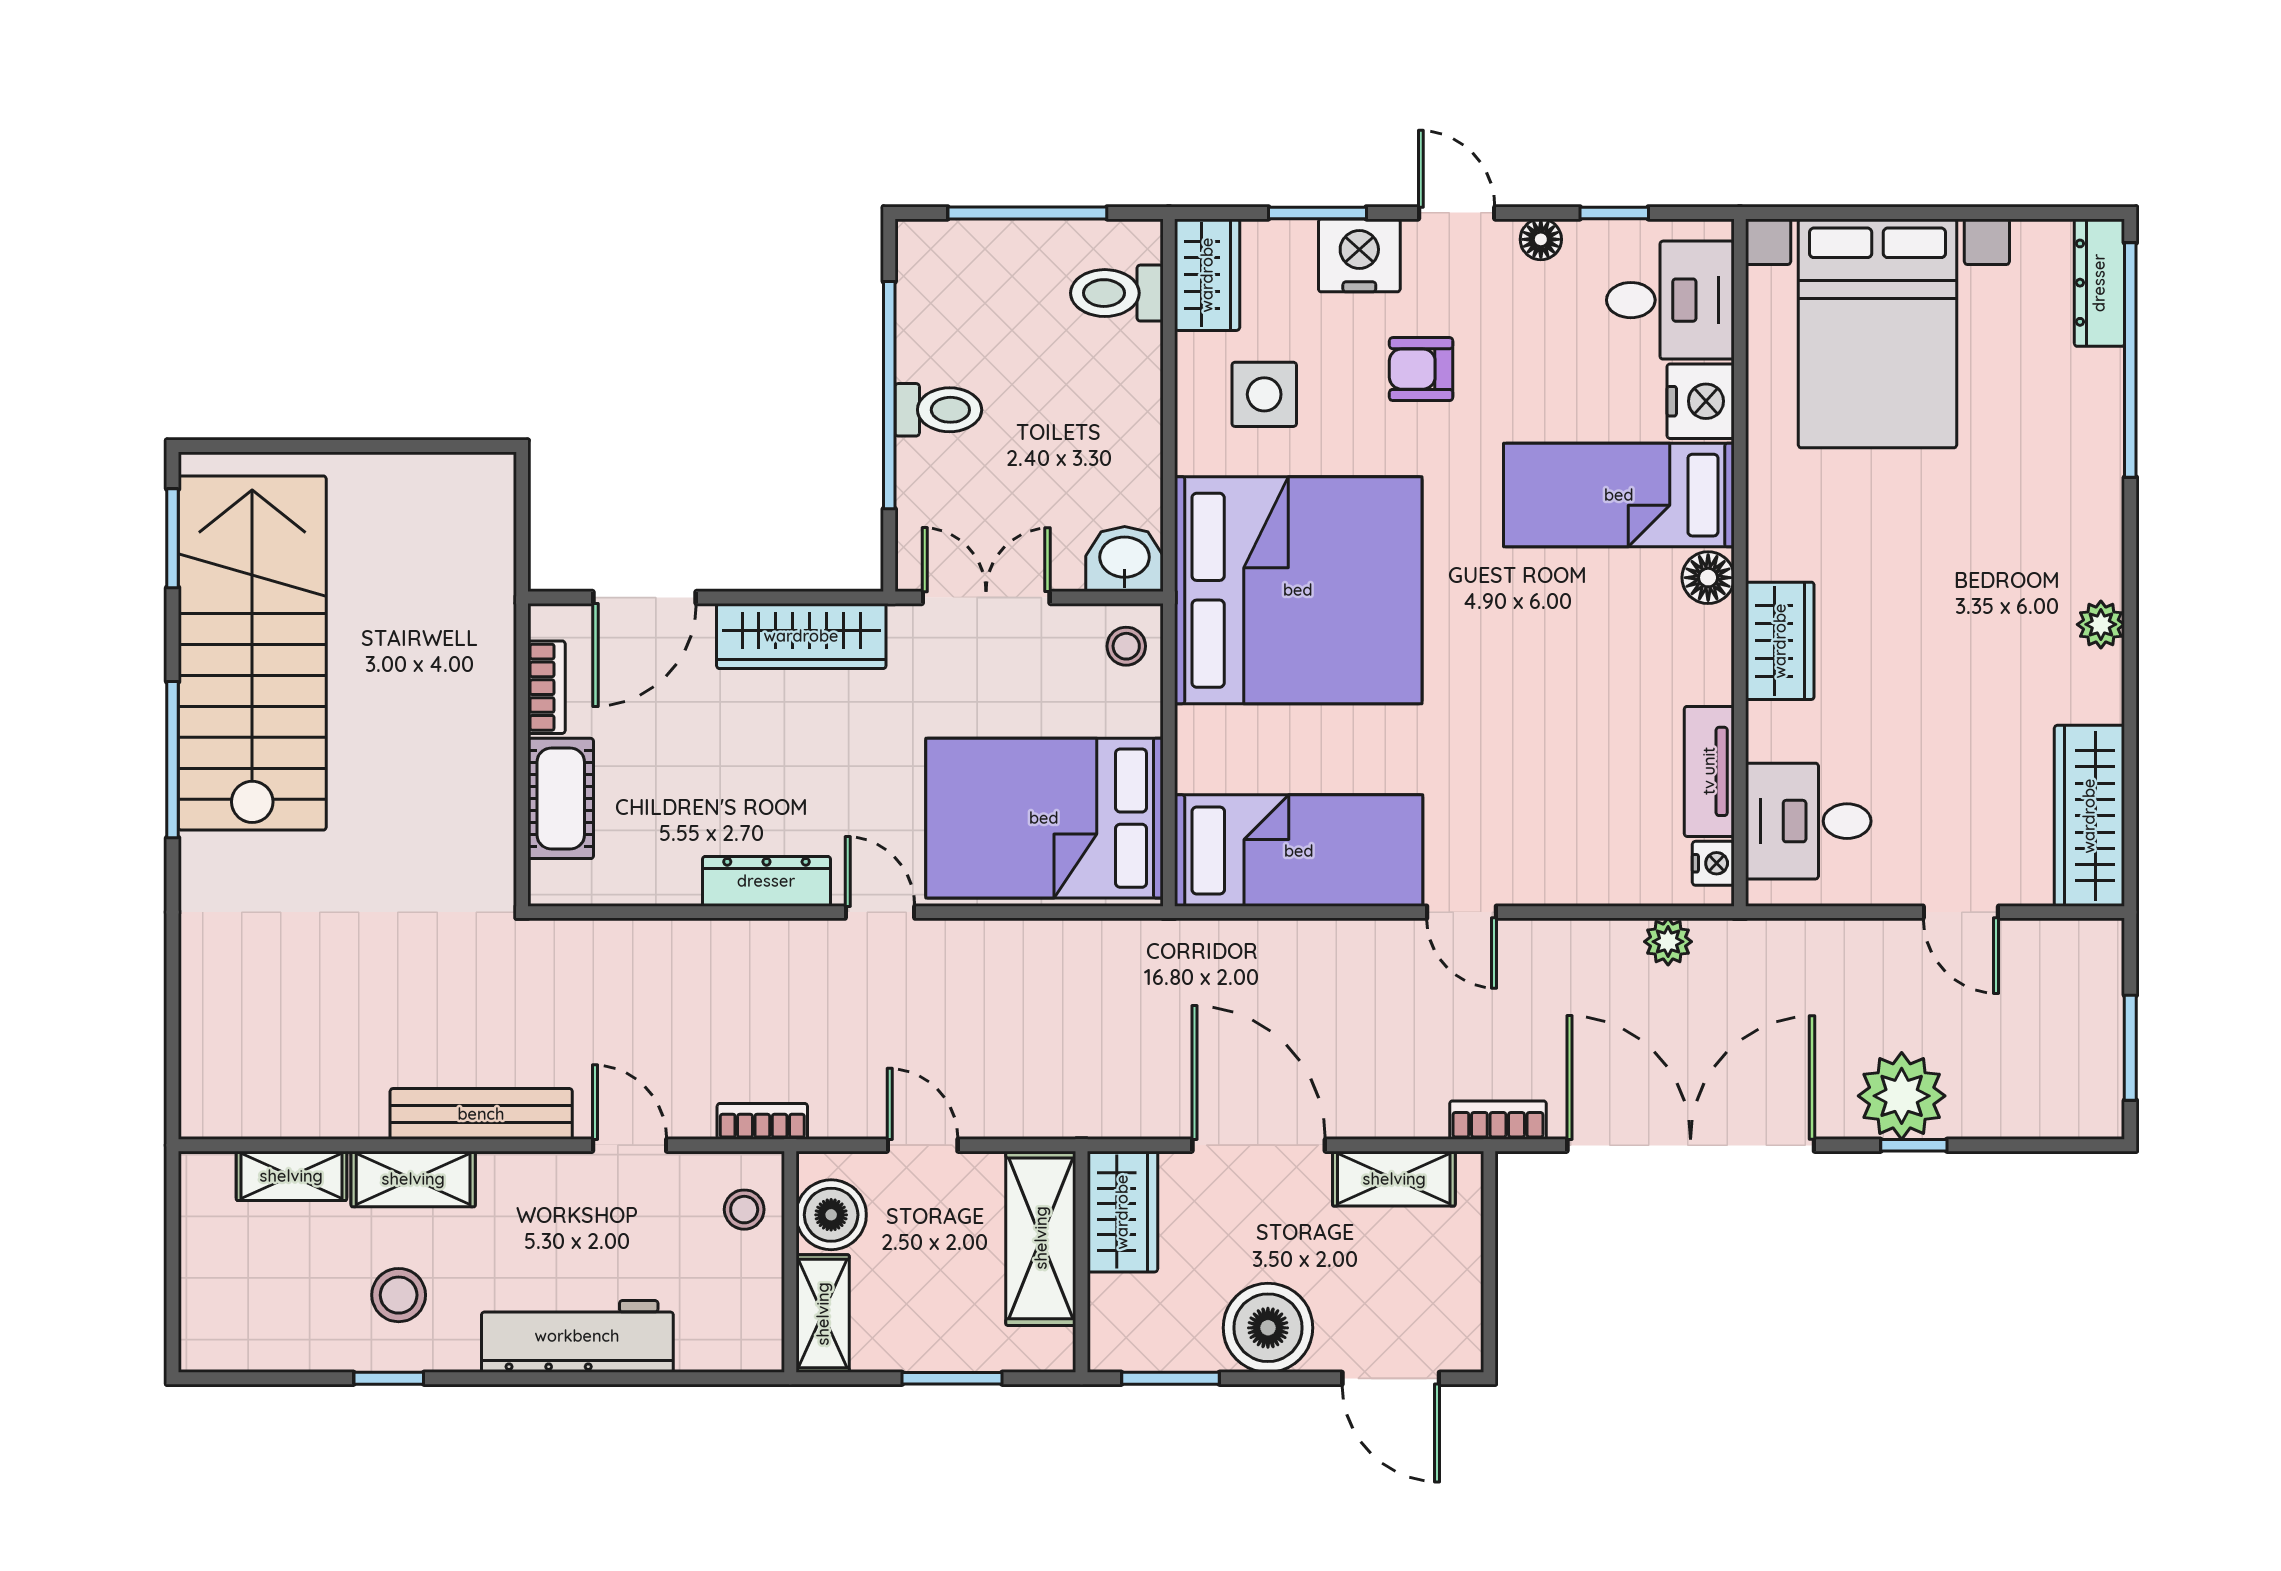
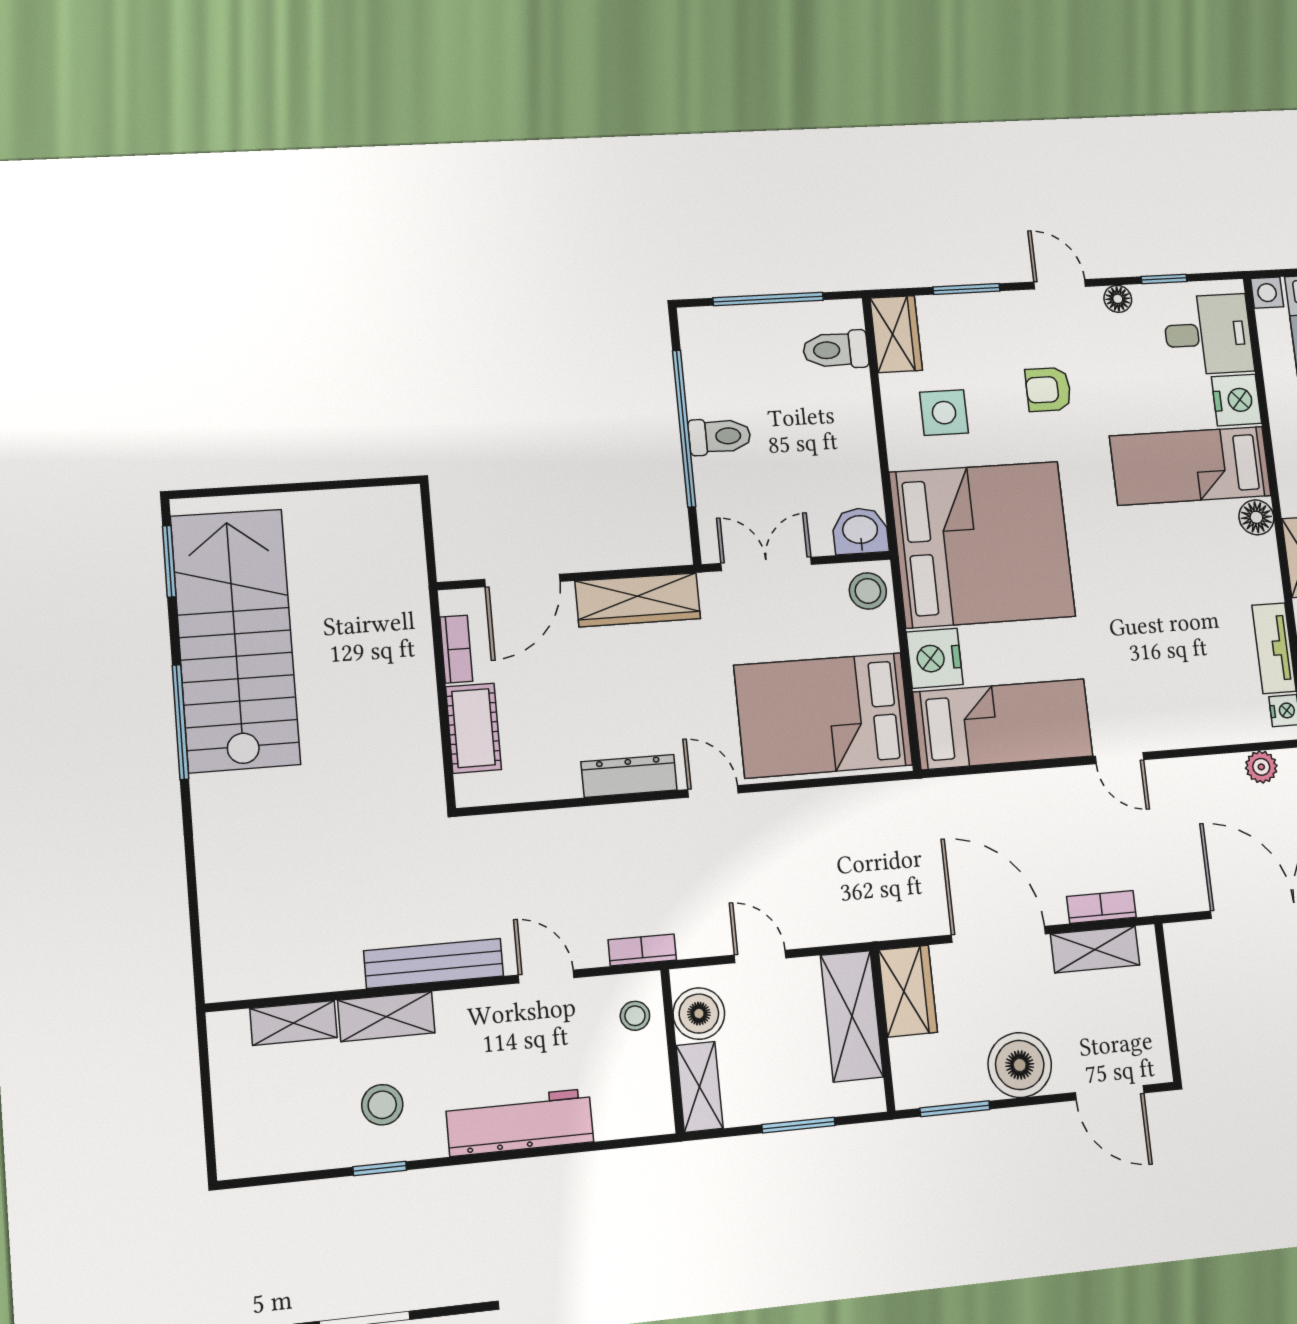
nightstand: (1359, 255) -> (935, 658), moved, turned -90
stool: (1126, 646) -> (868, 591), width x1.37, depth x1.37
bookcase: (1498, 1120) -> (1101, 907), moved

